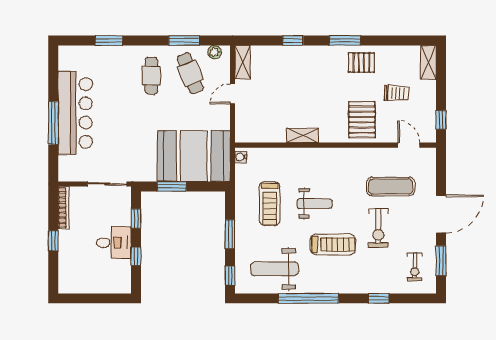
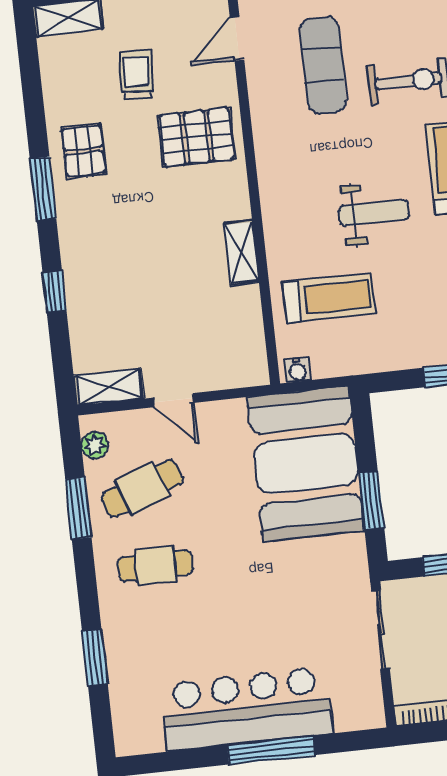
treadmill: (270, 204) -> (329, 298), moved
weight bench: (315, 204) -> (374, 213), turned 90

